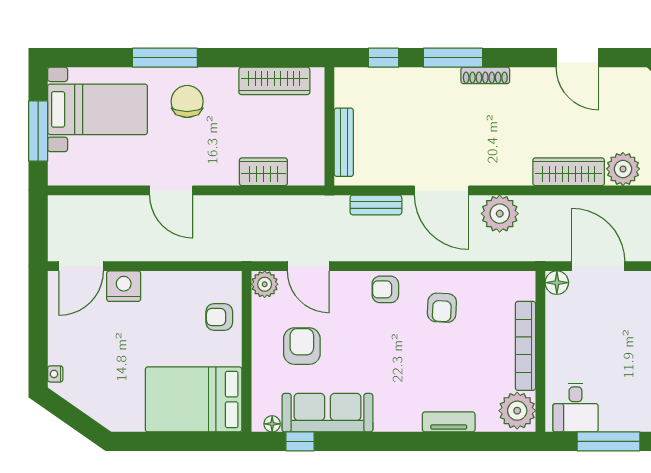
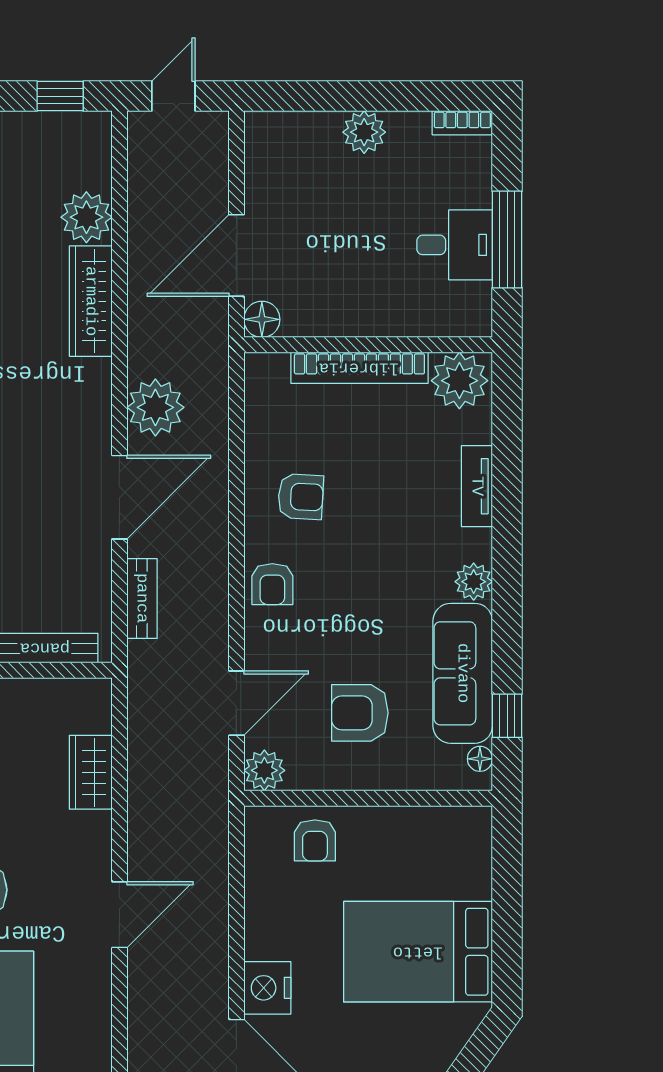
bed: (194, 399) -> (418, 952), moved, turned 90
desk: (576, 408) -> (455, 245), moved
plant: (387, 420) -> (474, 582), added

